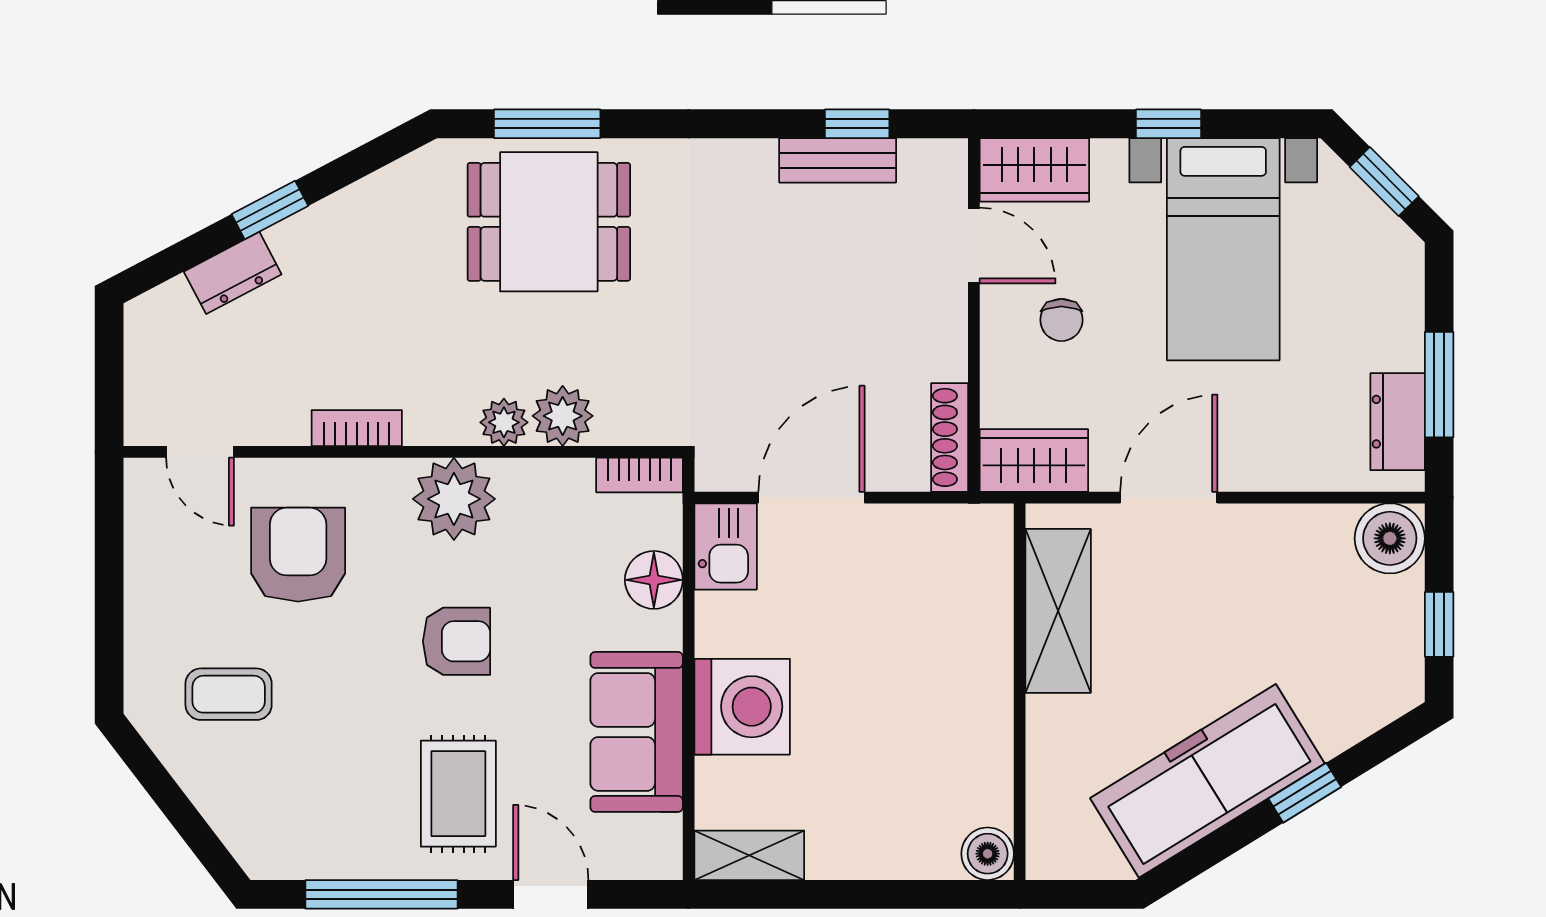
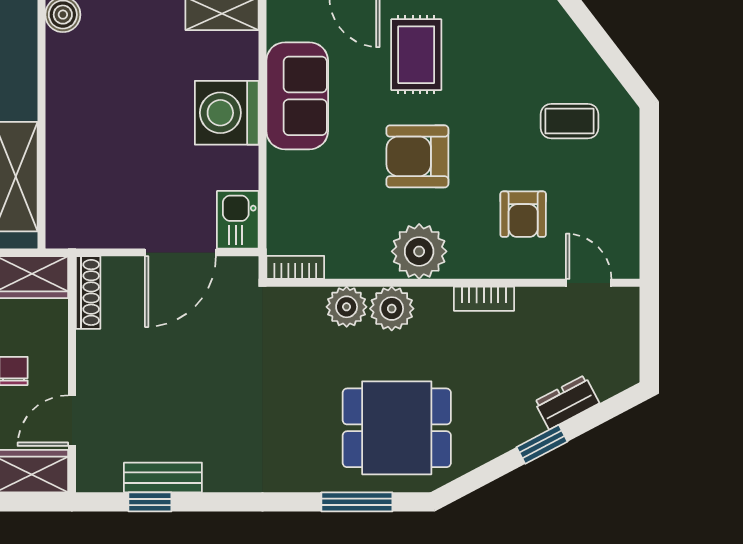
dining table: (549, 222) -> (397, 428), moved
door: (974, 246) -> (72, 421), hinge flipped
plant: (504, 422) -> (392, 309), width x1.38, depth x1.38
armchair: (298, 555) -> (523, 214), width x0.72, depth x0.72
floor lamp: (654, 580) -> (286, 197), removed
armchair: (457, 641) -> (417, 156), width x1.38, depth x1.38

